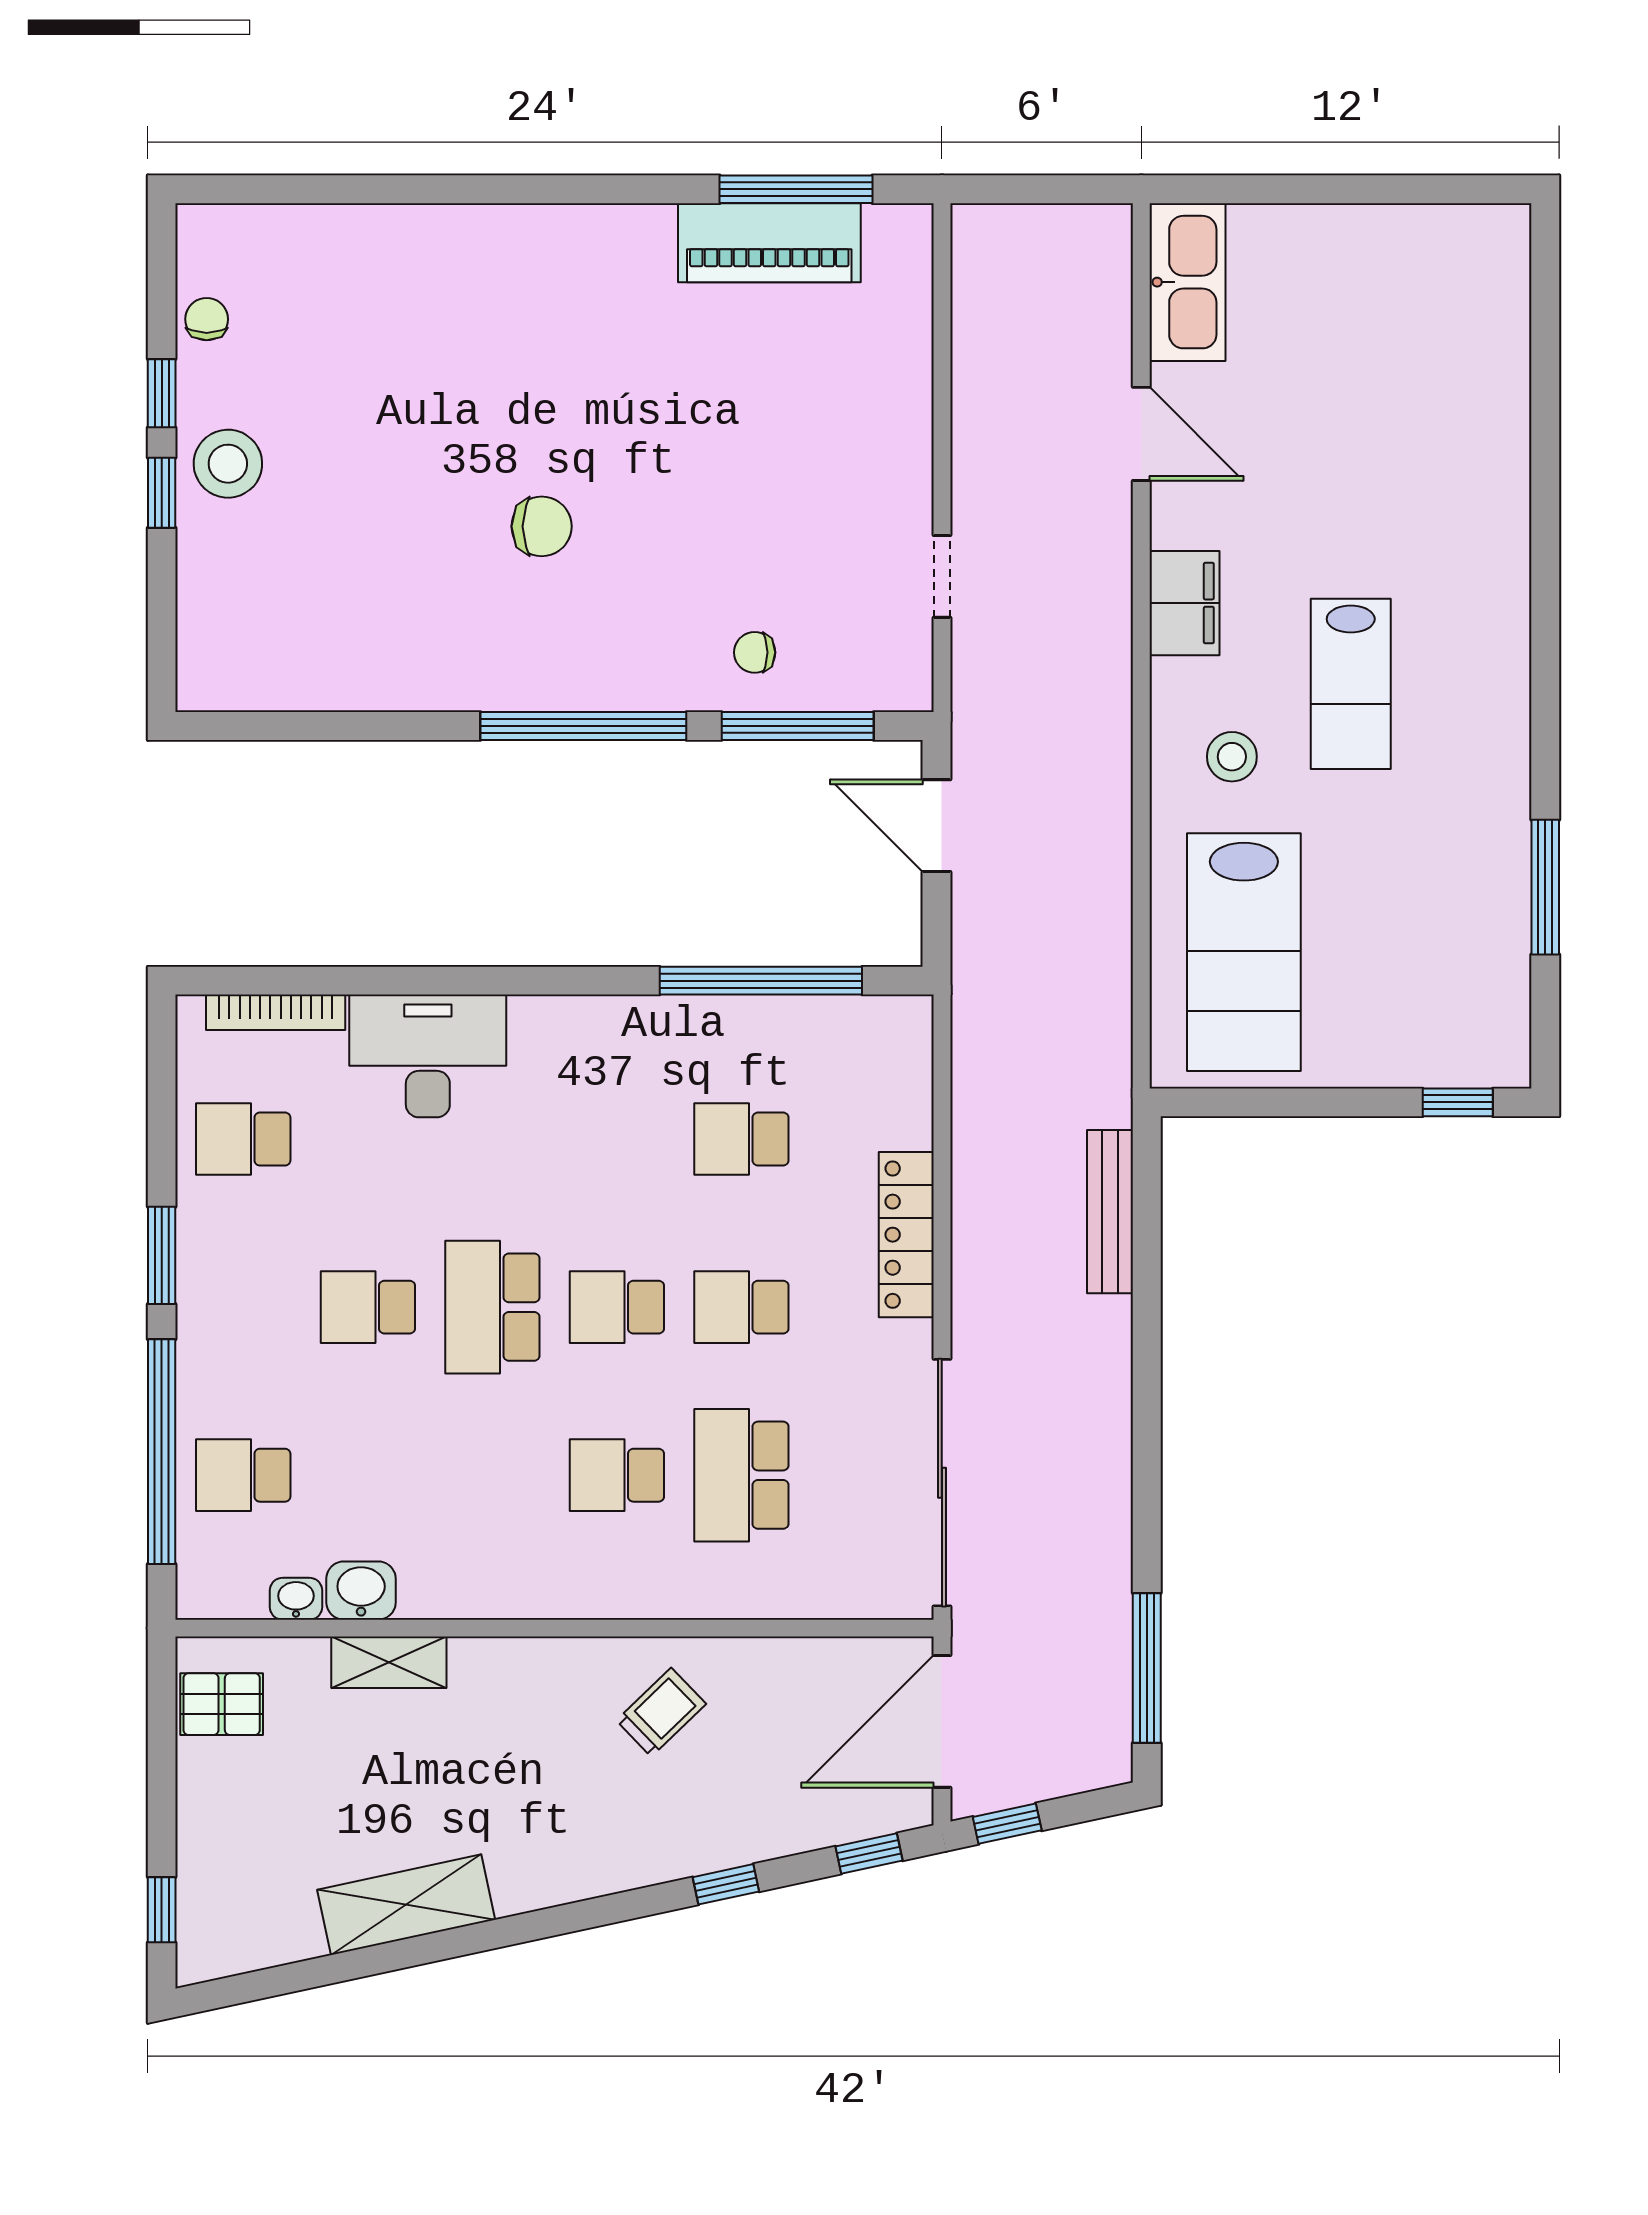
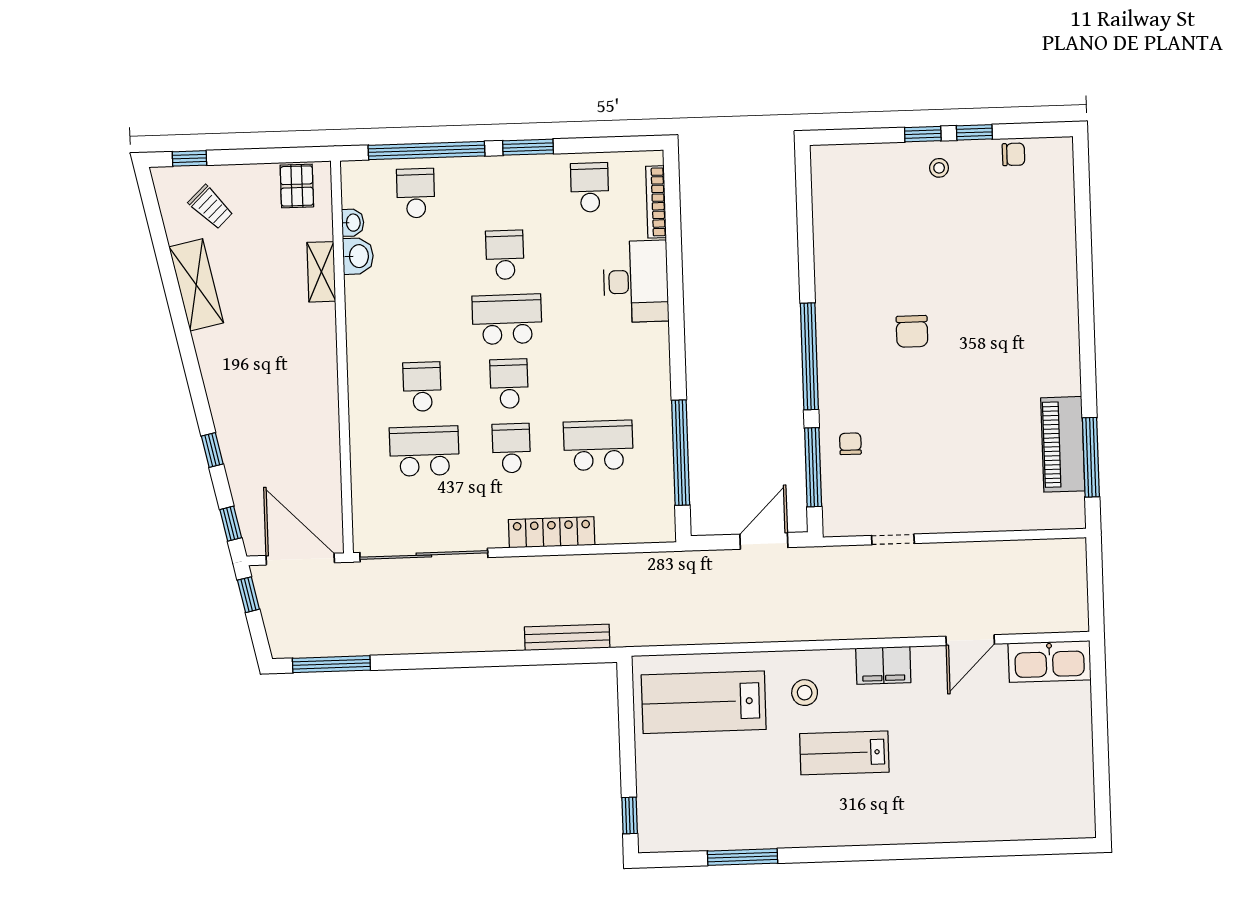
stool: (228, 464) -> (939, 168), width x0.53, depth x0.53
school desk: (741, 1139) -> (598, 445), width x1.85
trolley: (661, 1712) -> (211, 207), moved

